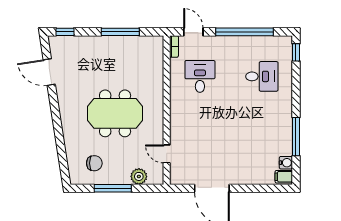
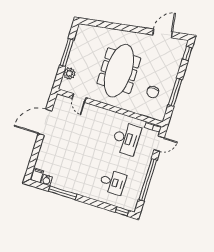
desk: (200, 76) -> (126, 139), width x1.37
desk: (262, 76) -> (113, 182), turned -90
meeting table: (115, 113) -> (119, 71), width x1.36
door: (167, 154) -> (79, 98), swing flipped
chair: (94, 163) -> (153, 92), moved

